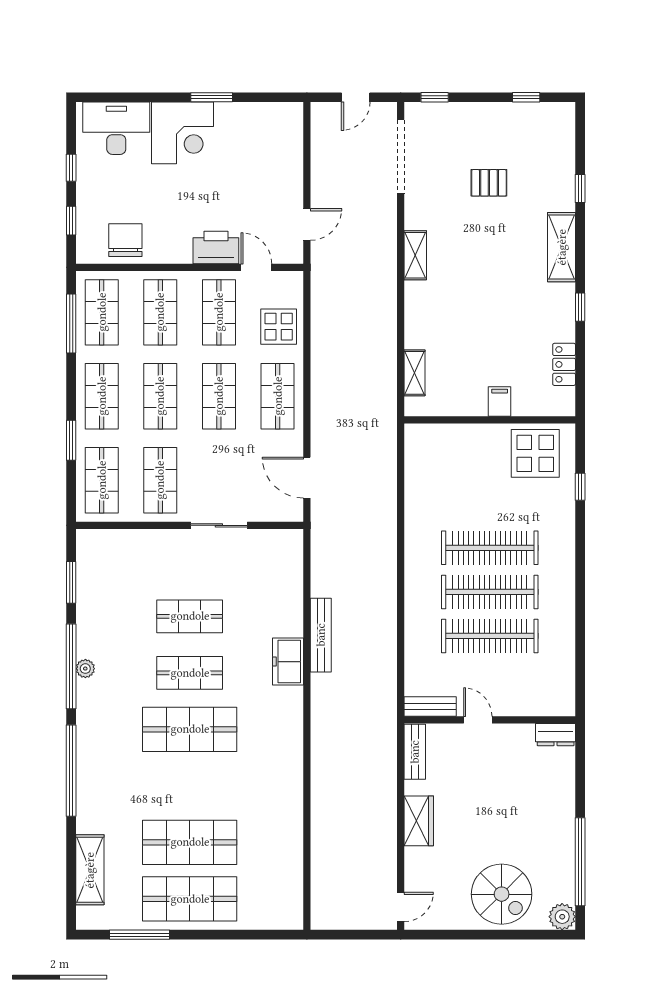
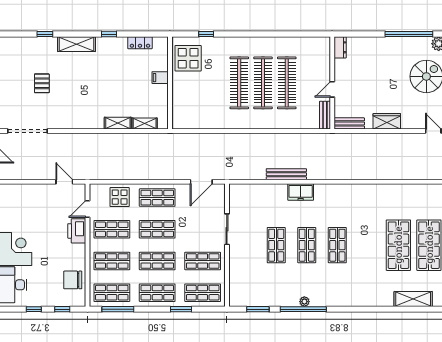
shelving: (415, 255) -> (118, 123), moved
shop shelf: (190, 729) -> (337, 245), width x0.70, depth x0.74
window: (71, 771) -> (360, 309), removed

